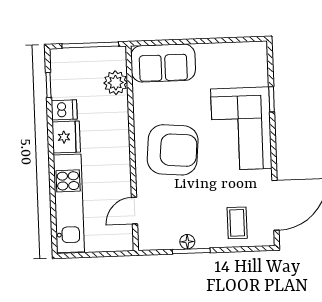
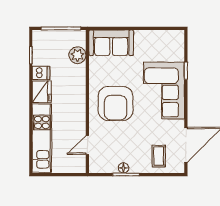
armchair: (173, 150) -> (116, 103), turned 85

